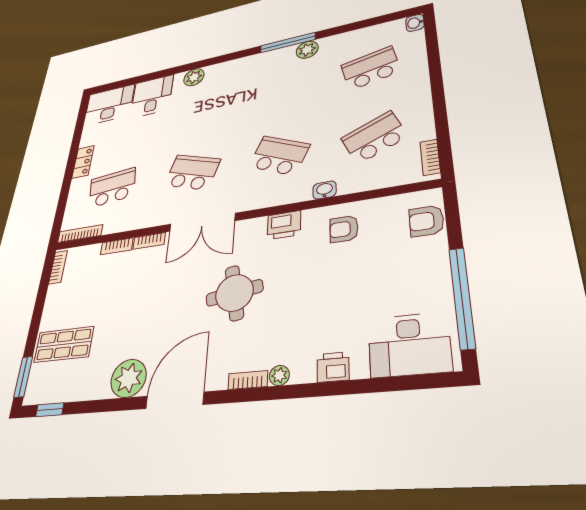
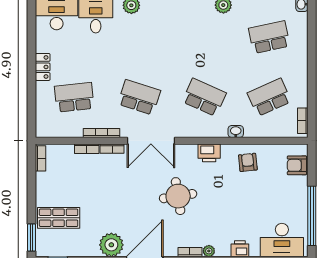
armchair: (344, 229) -> (248, 162), turned 84
bookcase: (80, 234) -> (102, 133), moved

